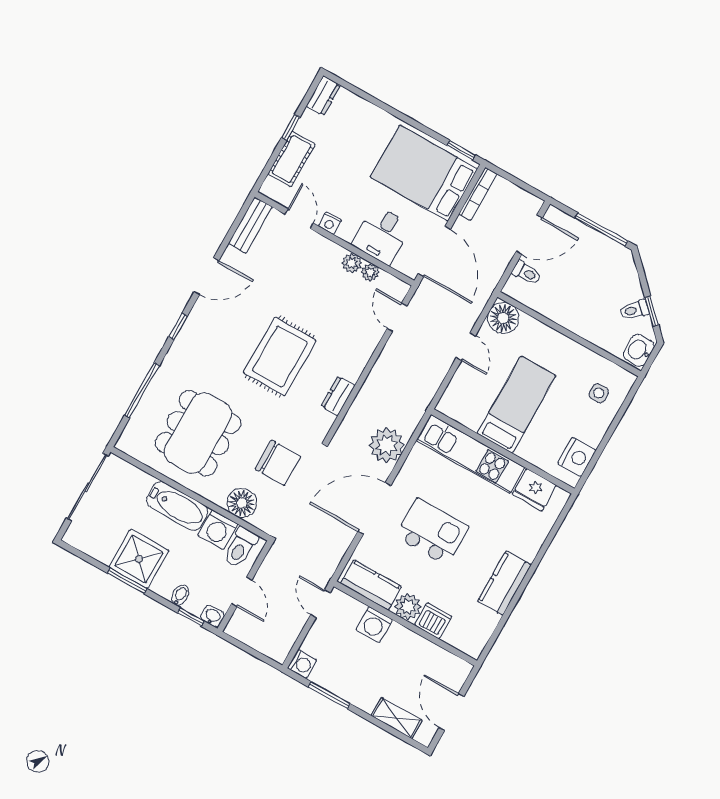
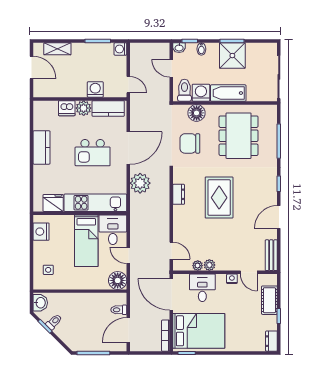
desk: (467, 399) -> (113, 230), added

